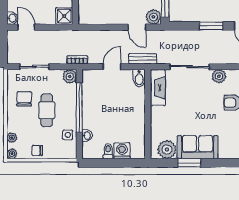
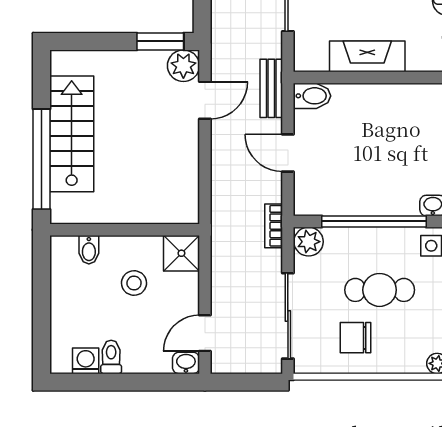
sliding door: (34, 67) -> (288, 316), width x1.37
fireplace: (158, 88) -> (367, 56), moved

